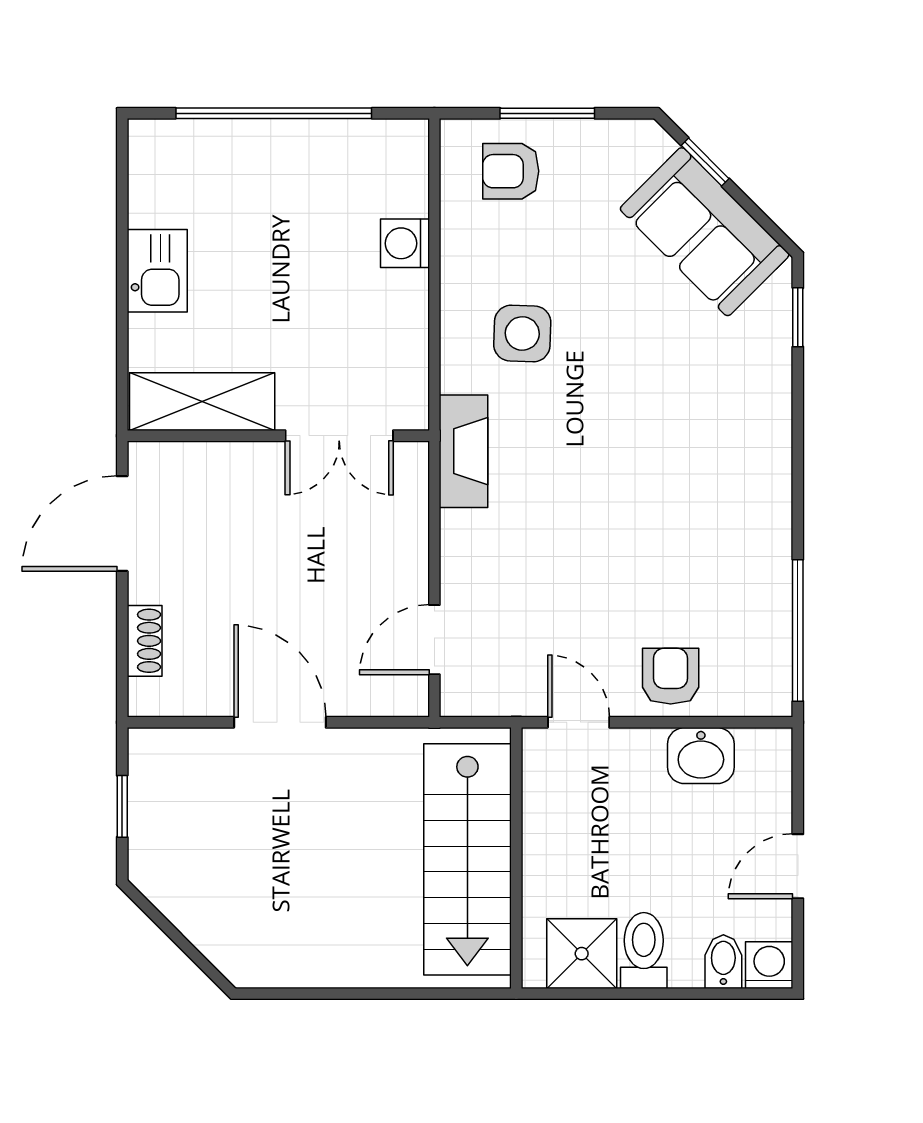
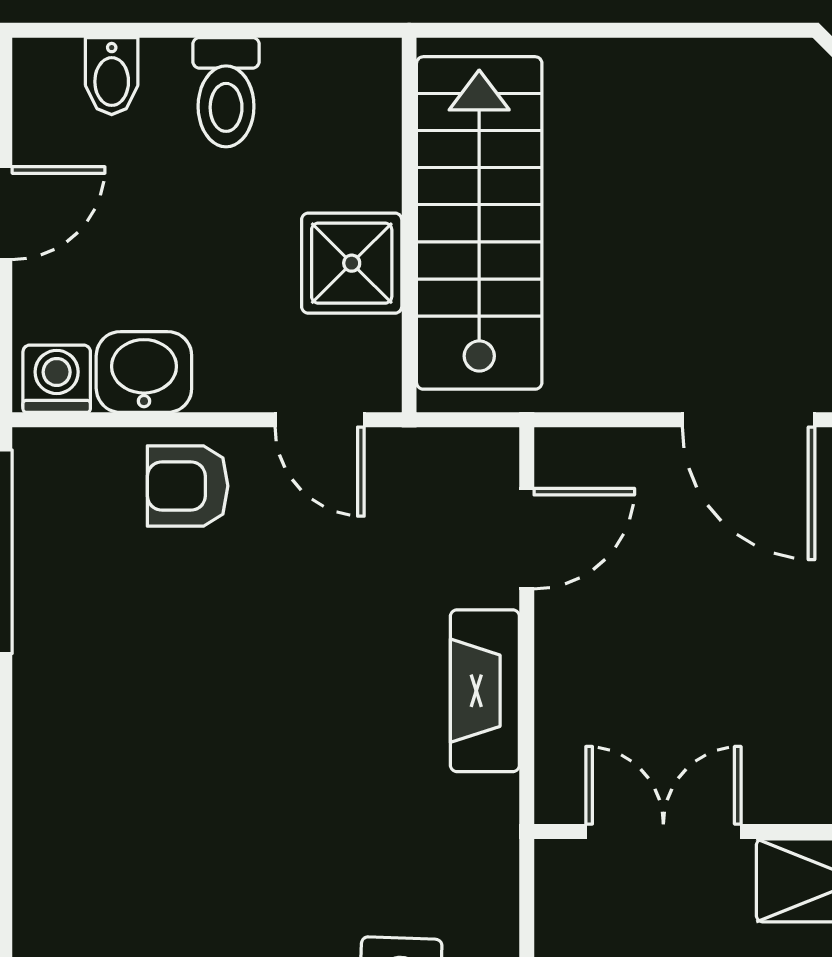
fireplace: (464, 451) -> (485, 691), moved
armchair: (671, 676) -> (188, 486), turned 90
shower: (582, 954) -> (352, 263), moved
washing machine: (769, 965) -> (57, 379), moved, turned 180

